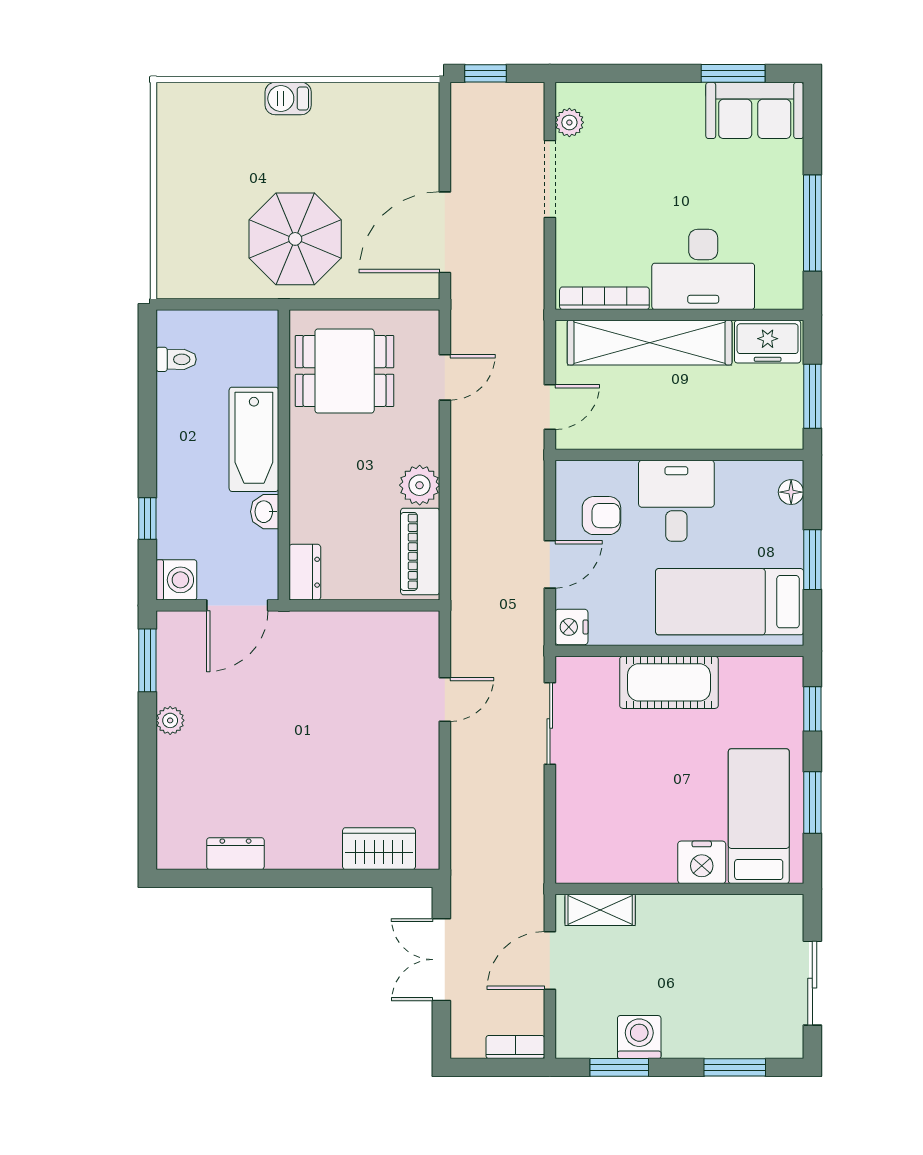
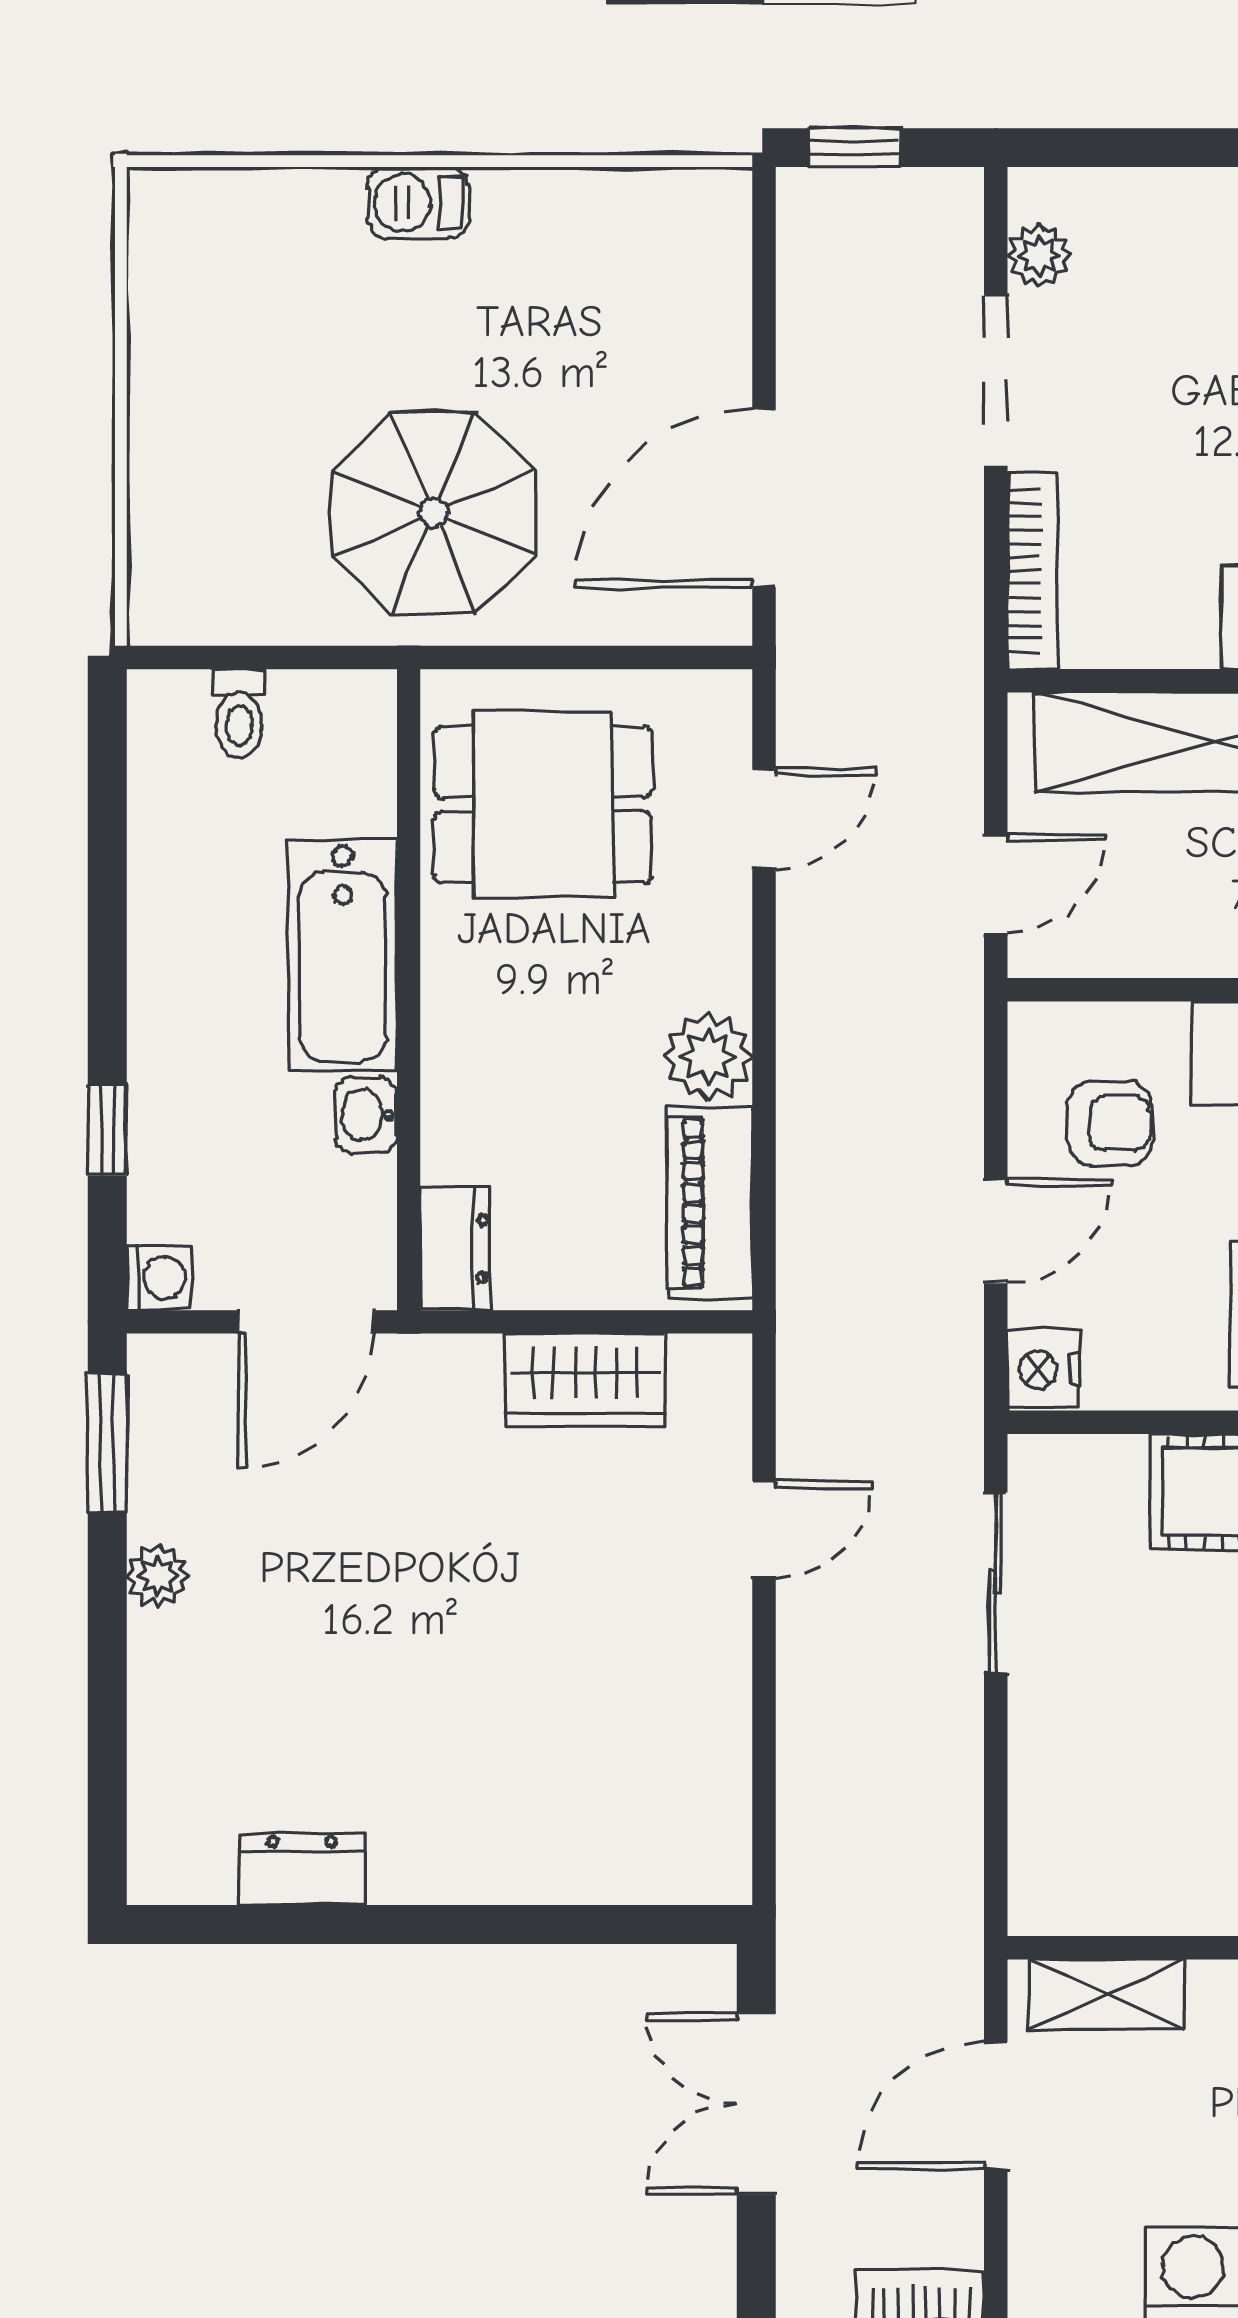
bookcase: (604, 298) -> (1033, 570), moved, turned 90
toilet: (176, 359) -> (239, 713), moved, turned 90
washing machine: (176, 580) -> (159, 1278), width x0.73, depth x0.73
wardrobe: (379, 849) -> (585, 1380), moved, turned 180

